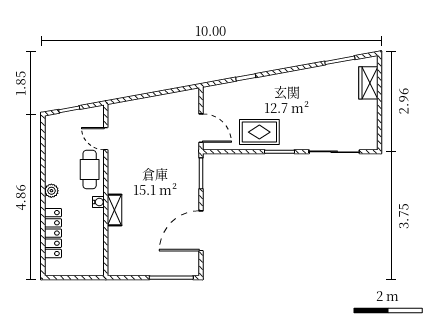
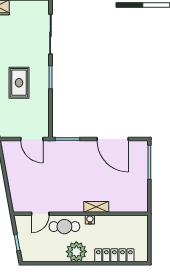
door: (201, 128) -> (32, 139), swing flipped
rug: (259, 132) -> (19, 83), moved
plant: (51, 191) -> (76, 252), width x1.87, depth x1.87

